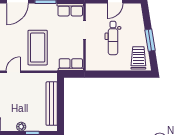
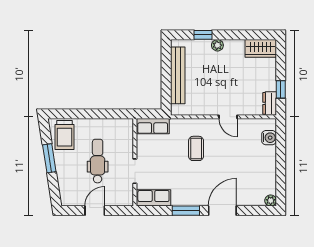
coffee table: (38, 48) -> (196, 148), width x0.54, depth x0.58
door: (13, 72) -> (228, 117), hinge flipped

